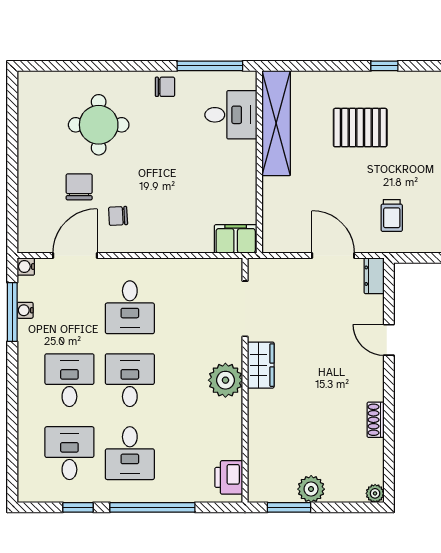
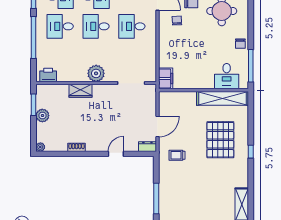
pallet: (360, 128) -> (220, 140), width x1.37, depth x1.41
wardrobe: (261, 365) -> (81, 91), moved
desk: (130, 380) -> (96, 26), turned 180

